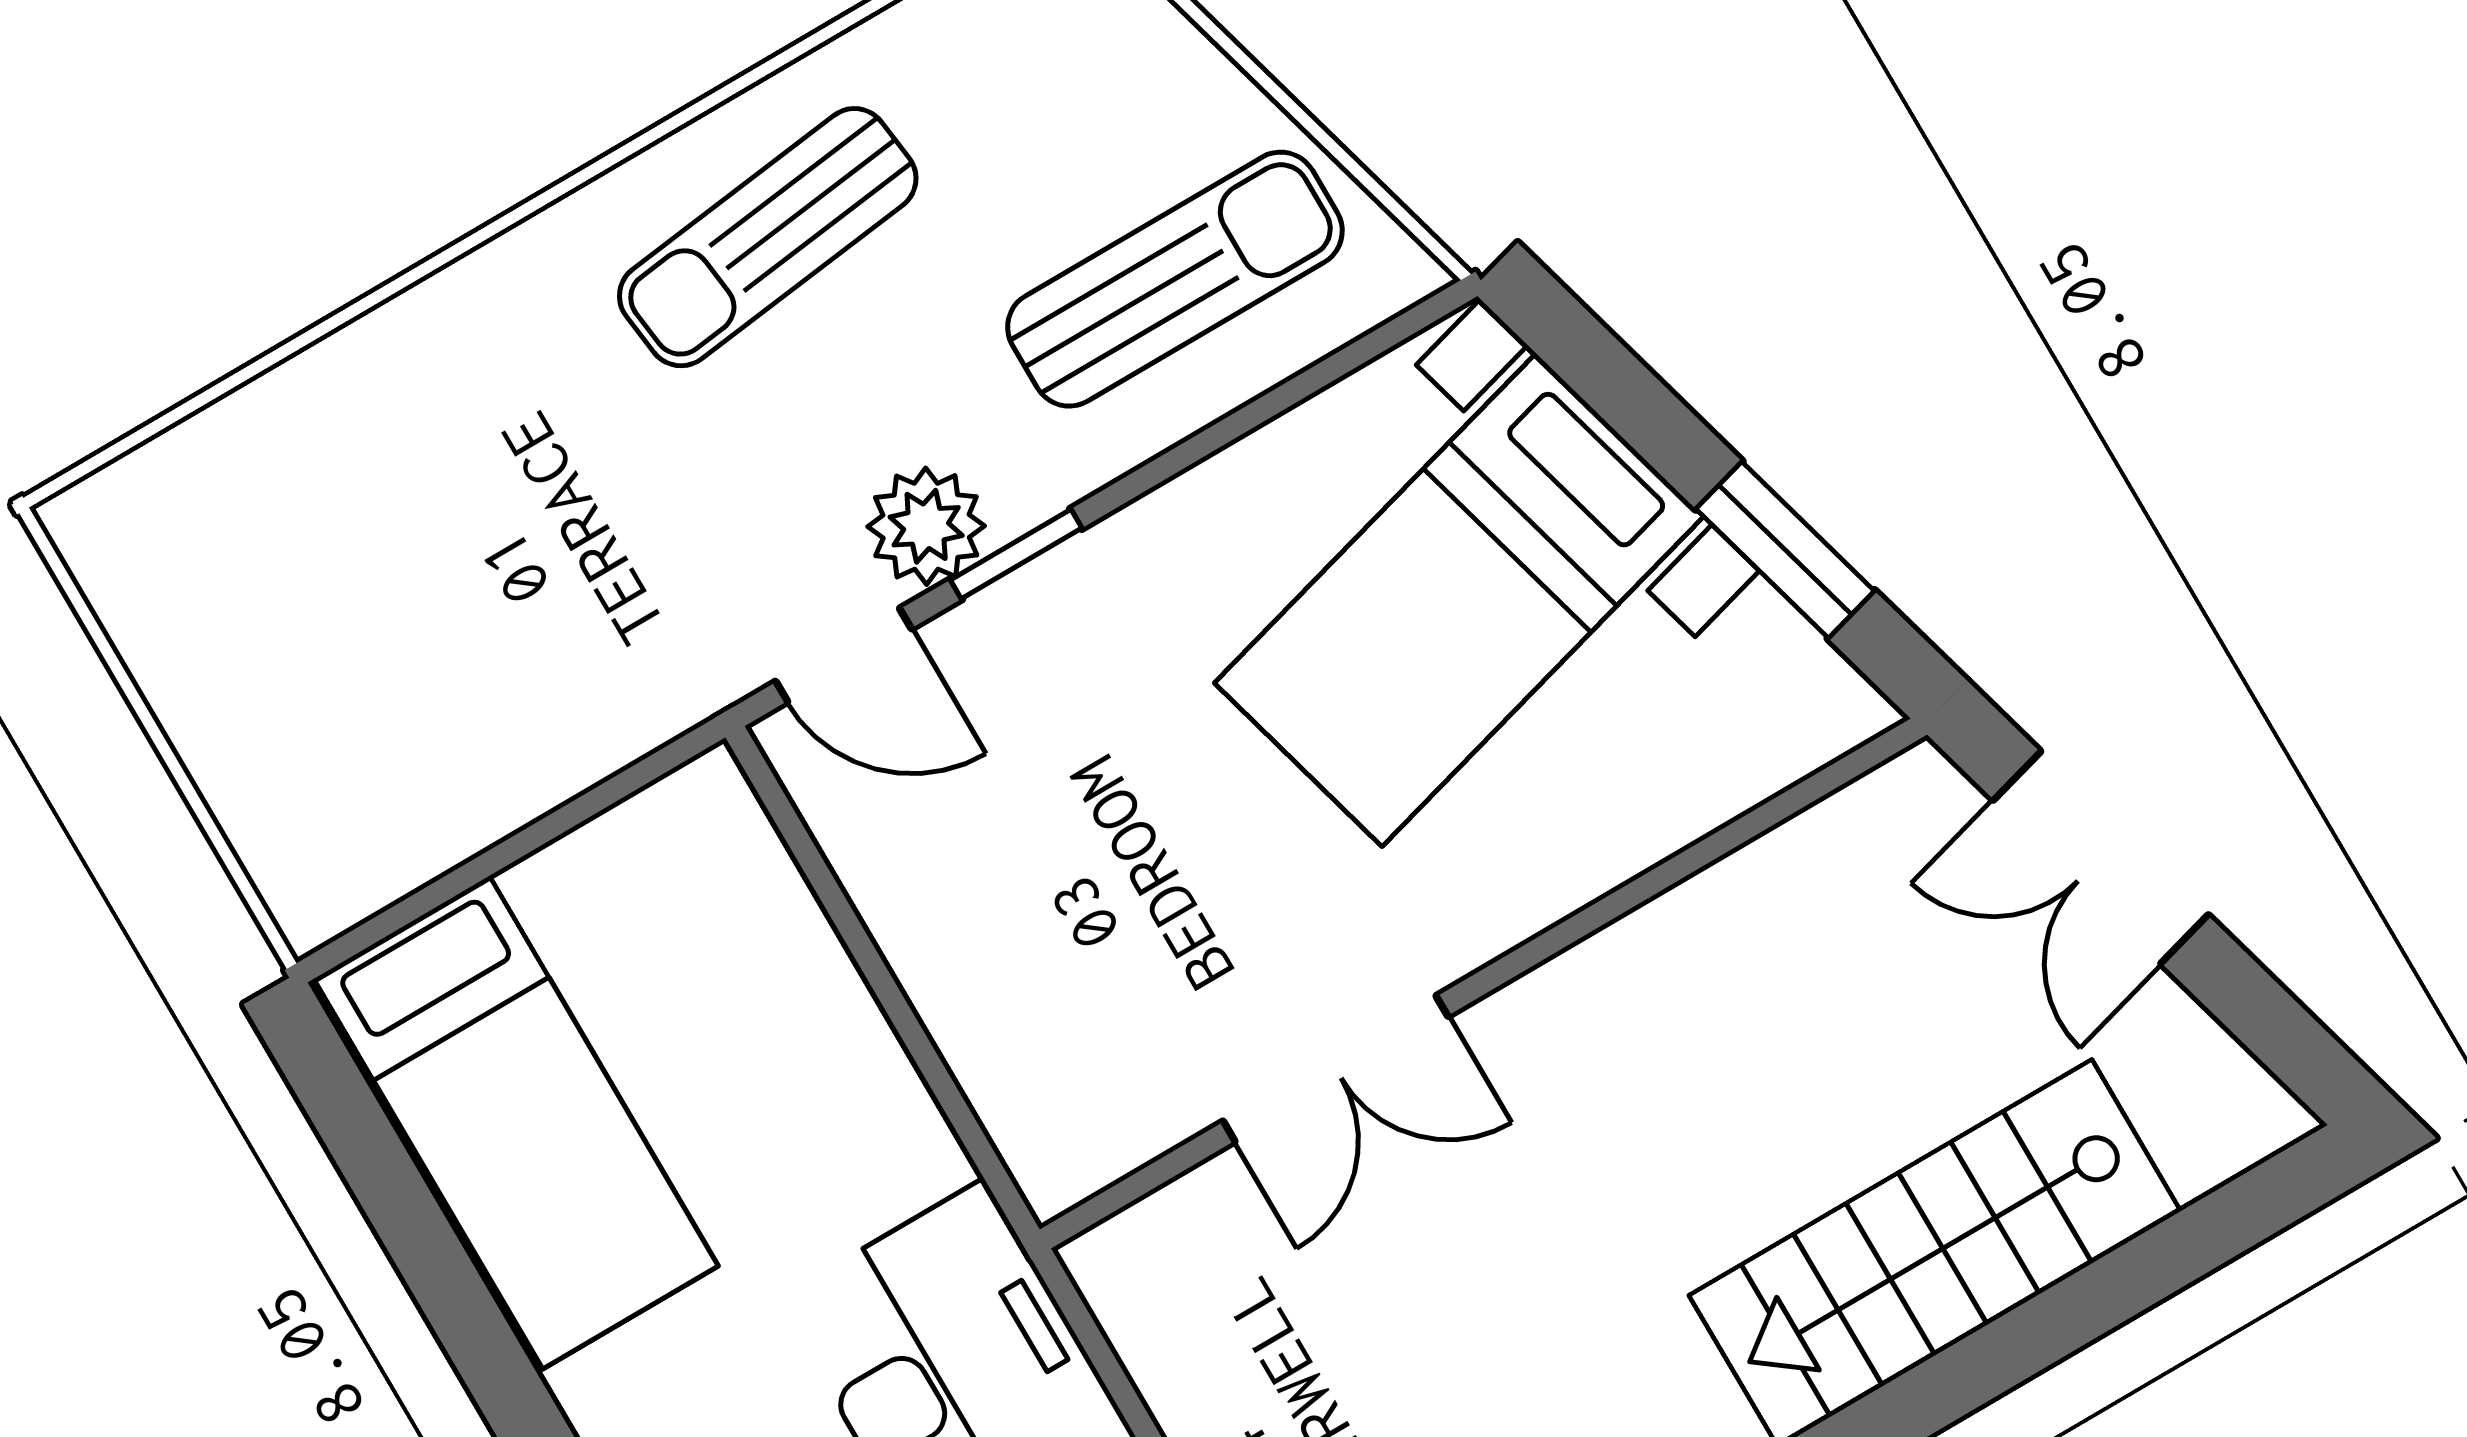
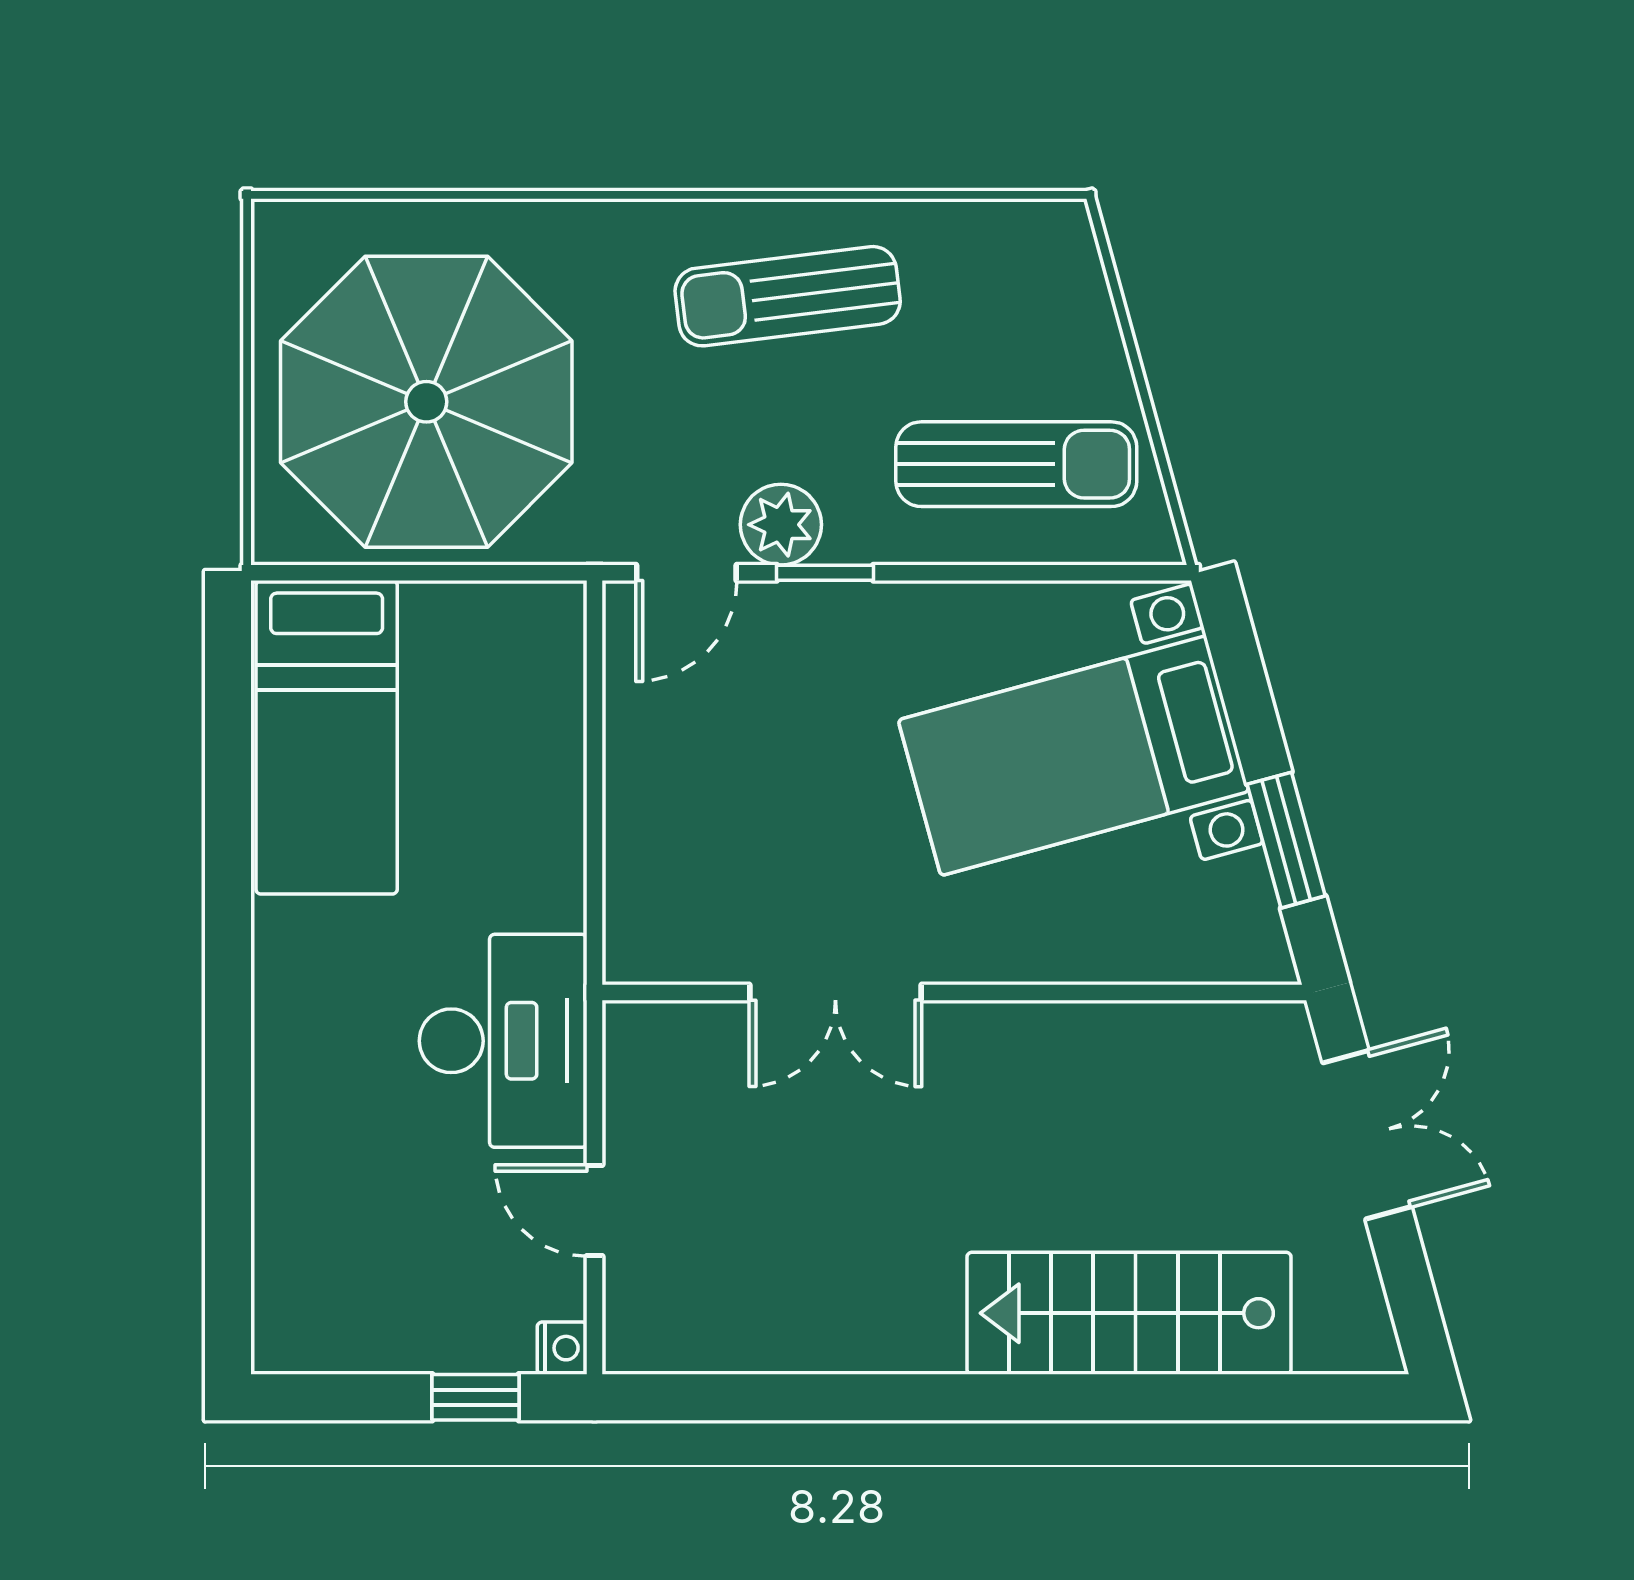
parasol: (395, 632) -> (426, 402), added
door: (844, 655) -> (686, 573), hinge flipped
double door: (2101, 857) -> (1367, 1135), swing flipped

